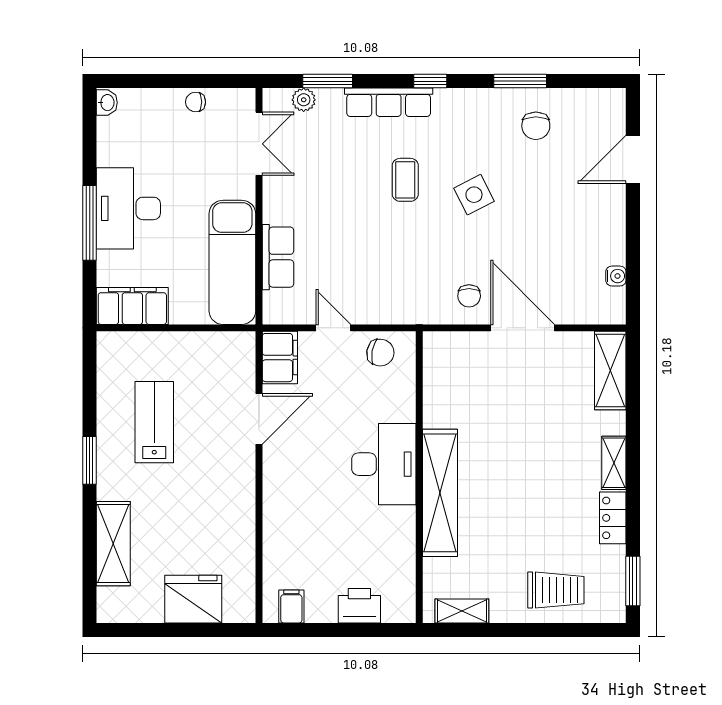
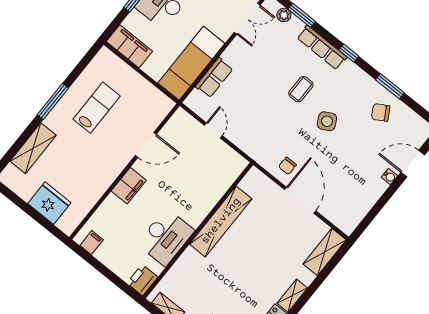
chair: (536, 126) -> (381, 112), turned 60
water cooler: (616, 276) -> (390, 177), moved
chair: (380, 353) -> (226, 159), removed
filing cabinet: (280, 358) -> (129, 186), moved
window: (90, 460) -> (53, 101), width x1.44
desk: (384, 464) -> (166, 237), moved
shelving: (440, 493) -> (221, 221), moved
printer: (359, 606) -> (142, 280), moved, turned -90

